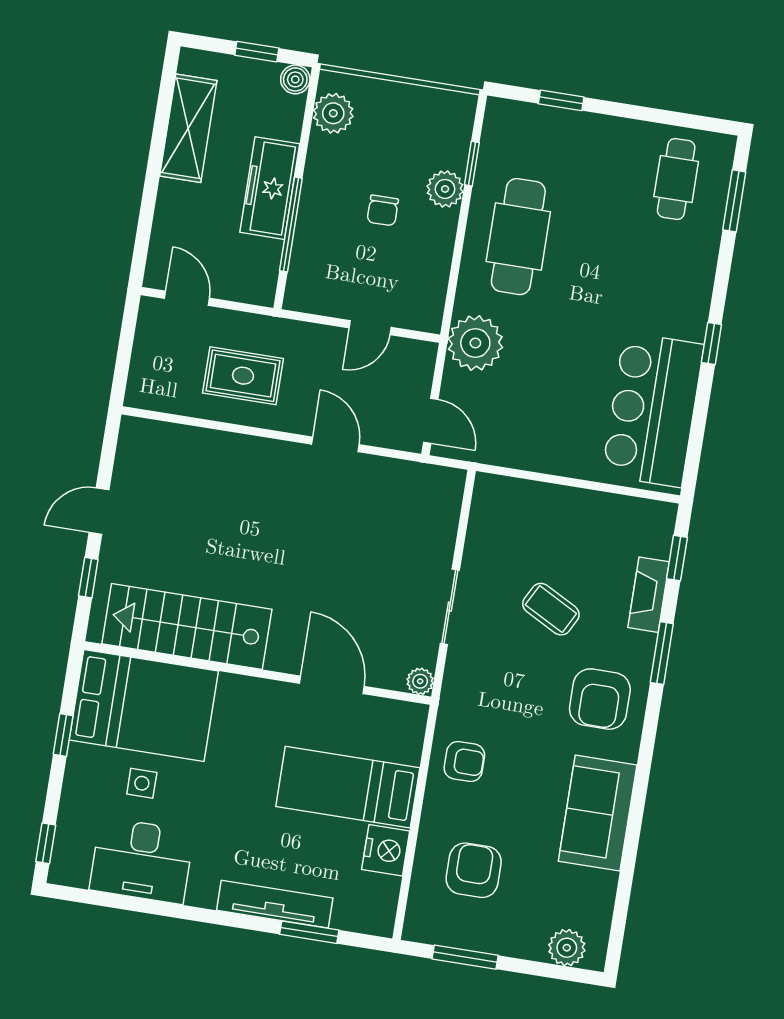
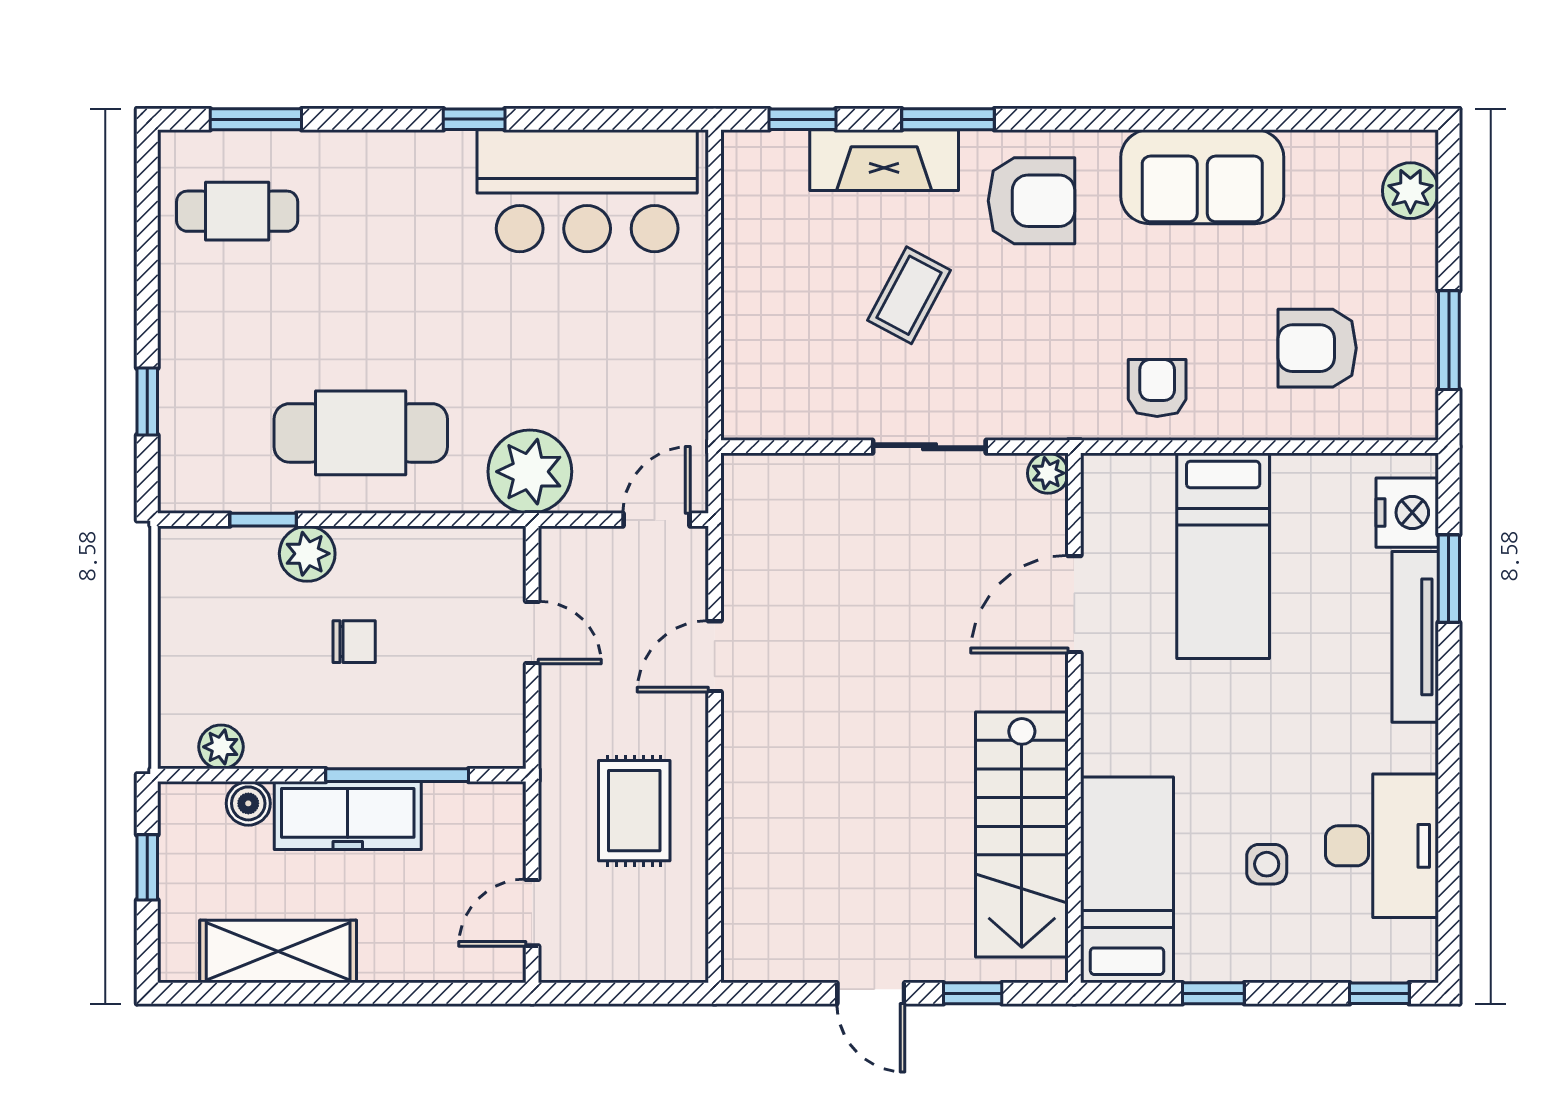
boiler: (295, 79) -> (248, 803), moved
plant: (333, 113) -> (221, 747), width x0.73, depth x0.73
fireplace: (649, 595) -> (884, 160), width x1.37, depth x1.32
bed: (144, 706) -> (1127, 880), width x0.67
nightstand: (386, 850) -> (1407, 513), moved, turned 90

